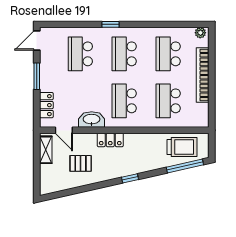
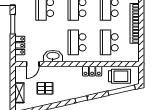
door: (64, 130) -> (33, 64), hinge flipped
locker: (110, 140) -> (92, 71), moved
shelving: (46, 150) -> (19, 93), moved

